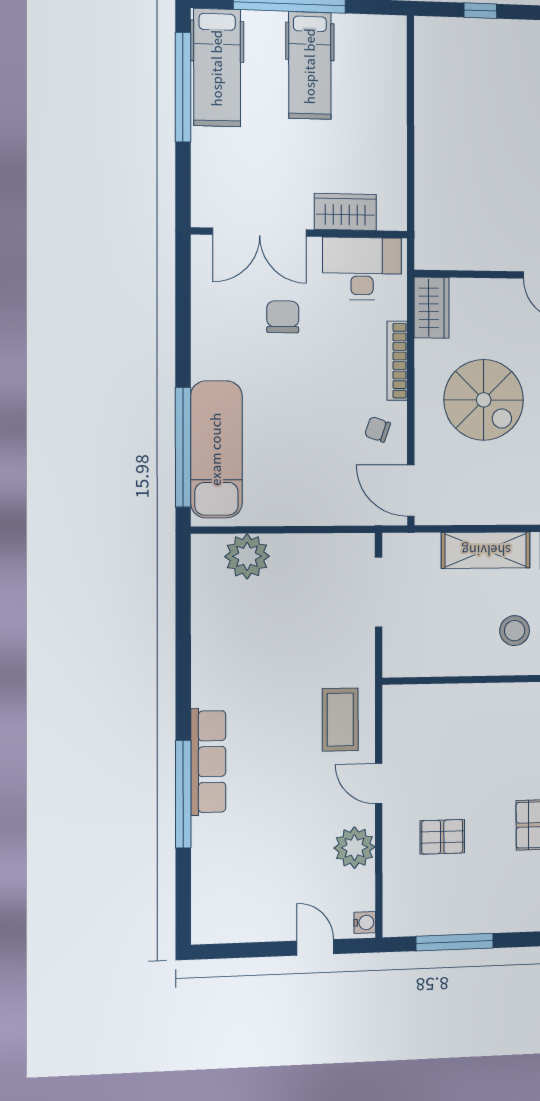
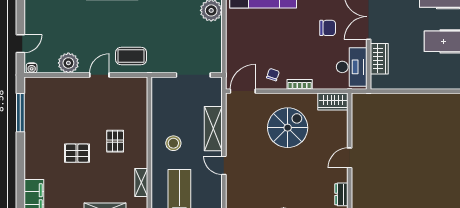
bookcase: (397, 361) -> (300, 84), width x0.64
spiral stairs: (484, 400) -> (288, 128), turned 180
pallet: (442, 837) -> (115, 141), moved

